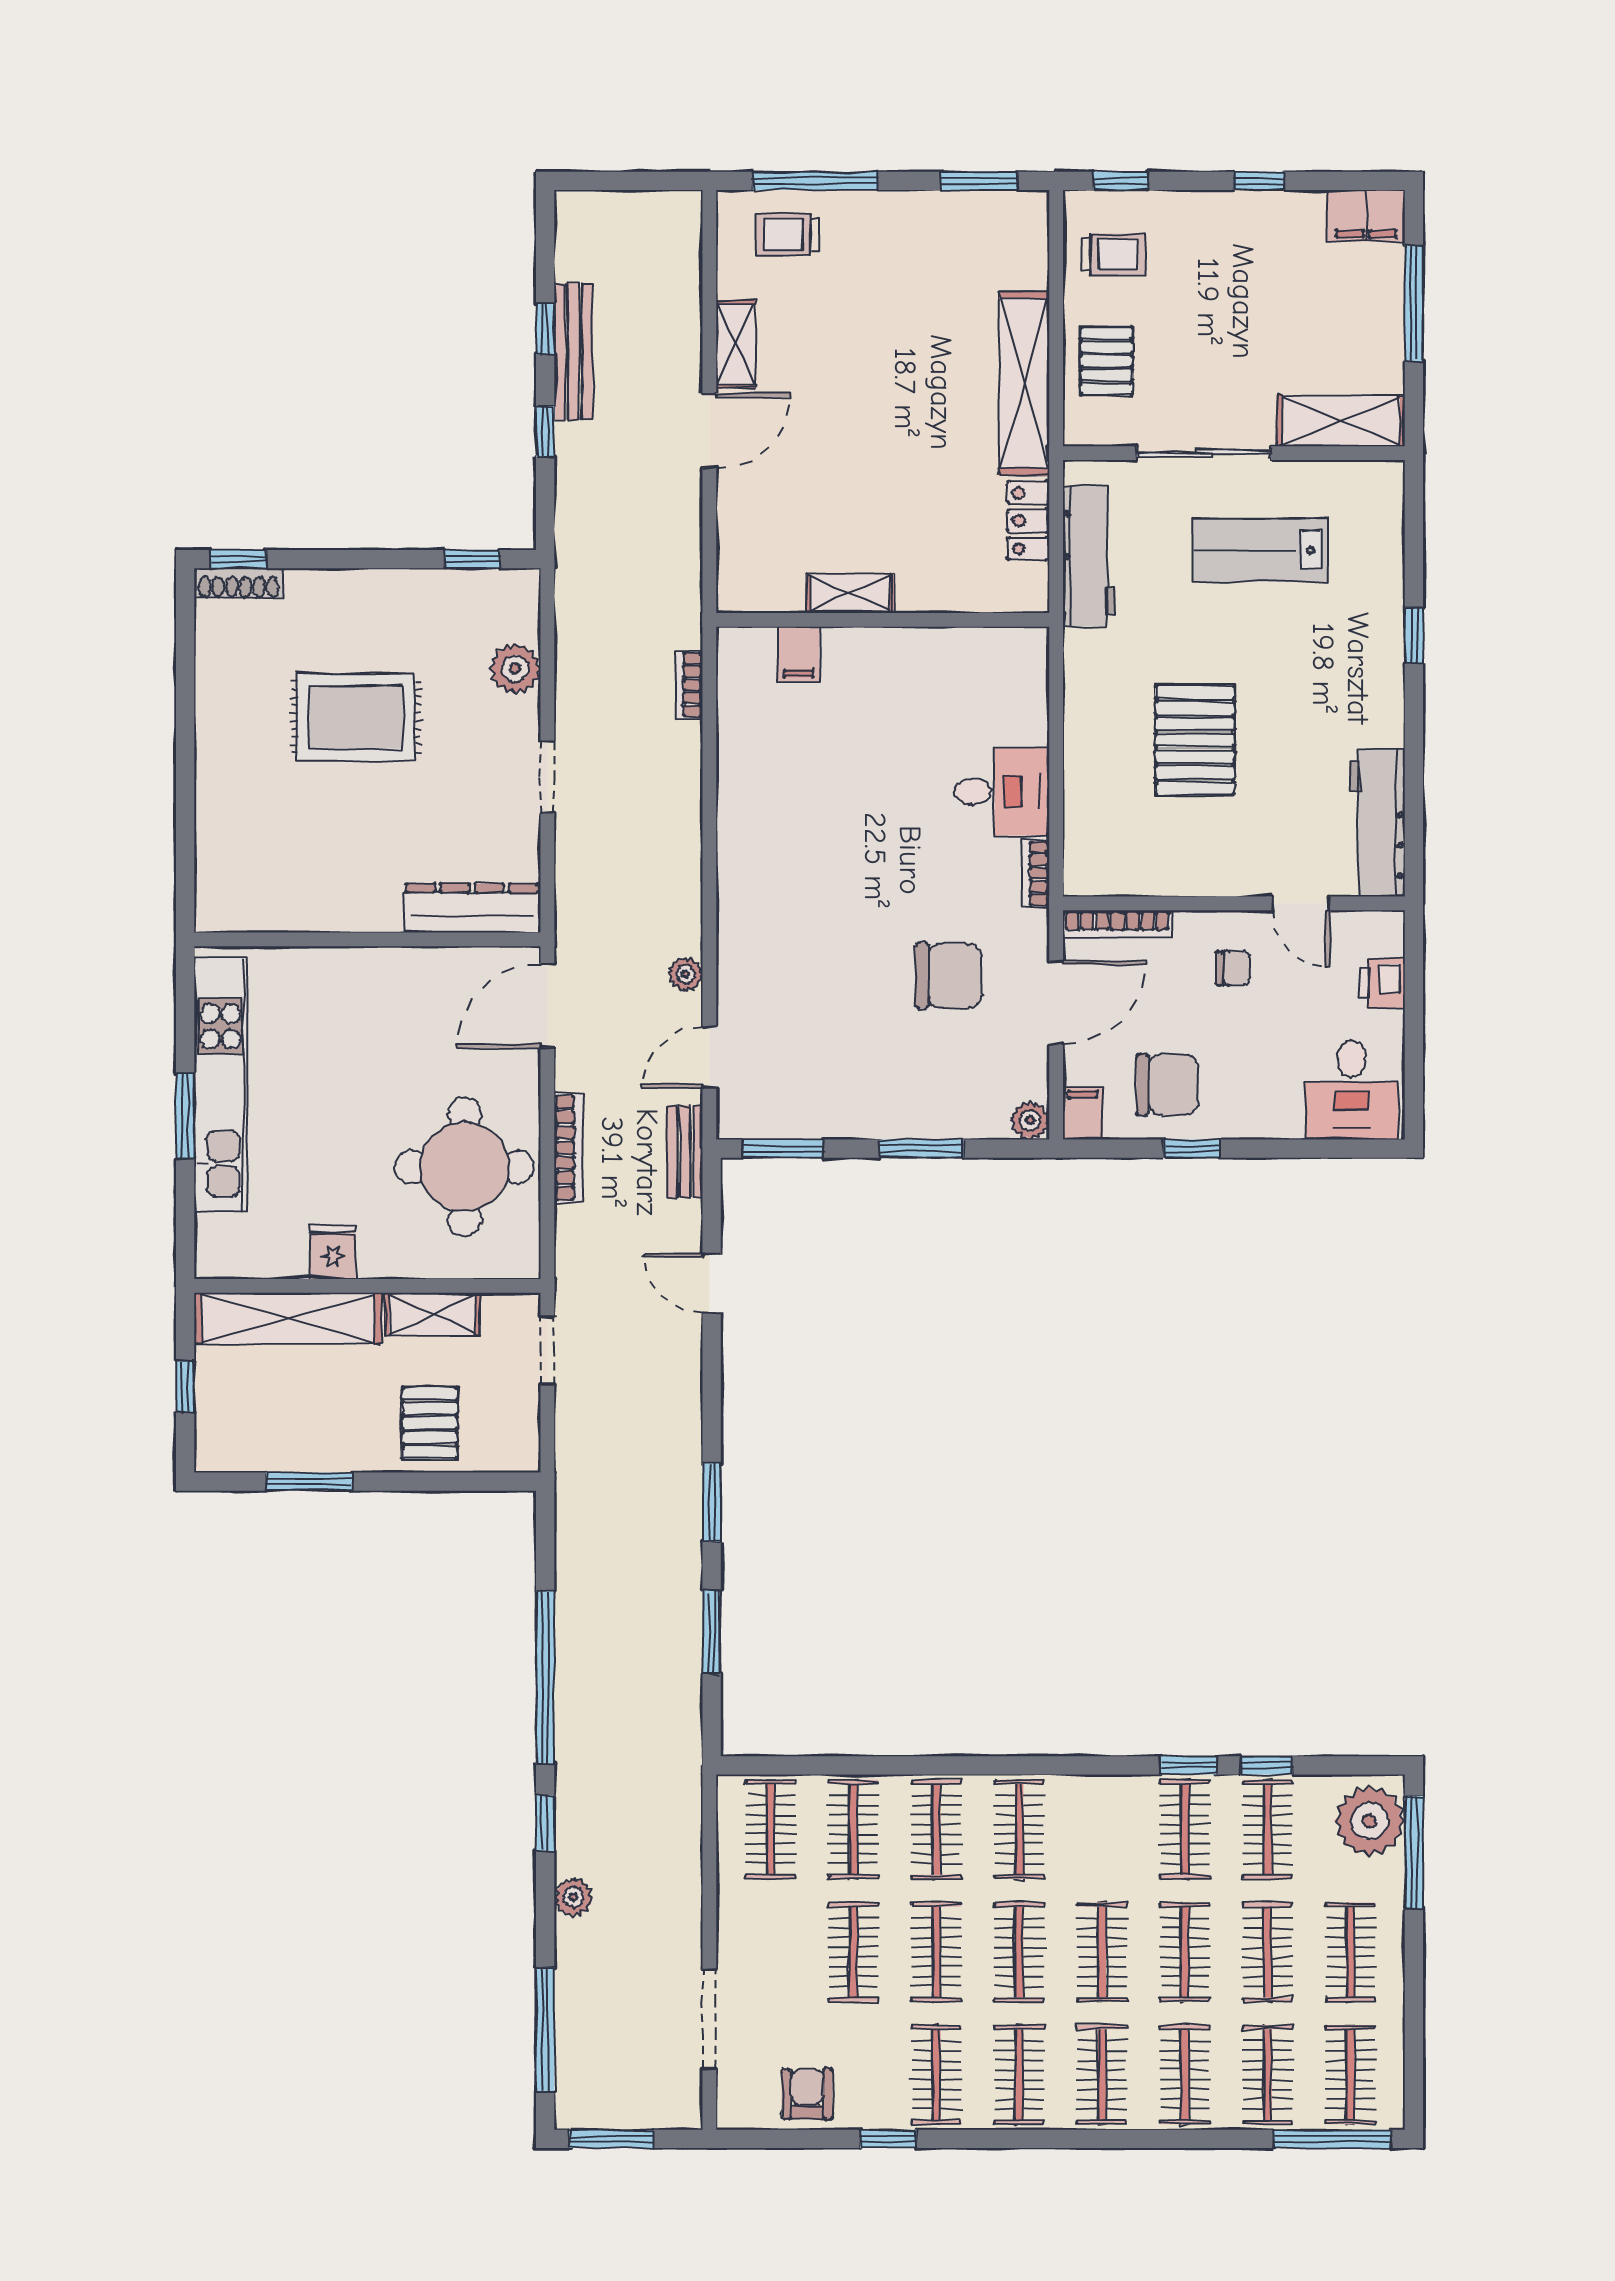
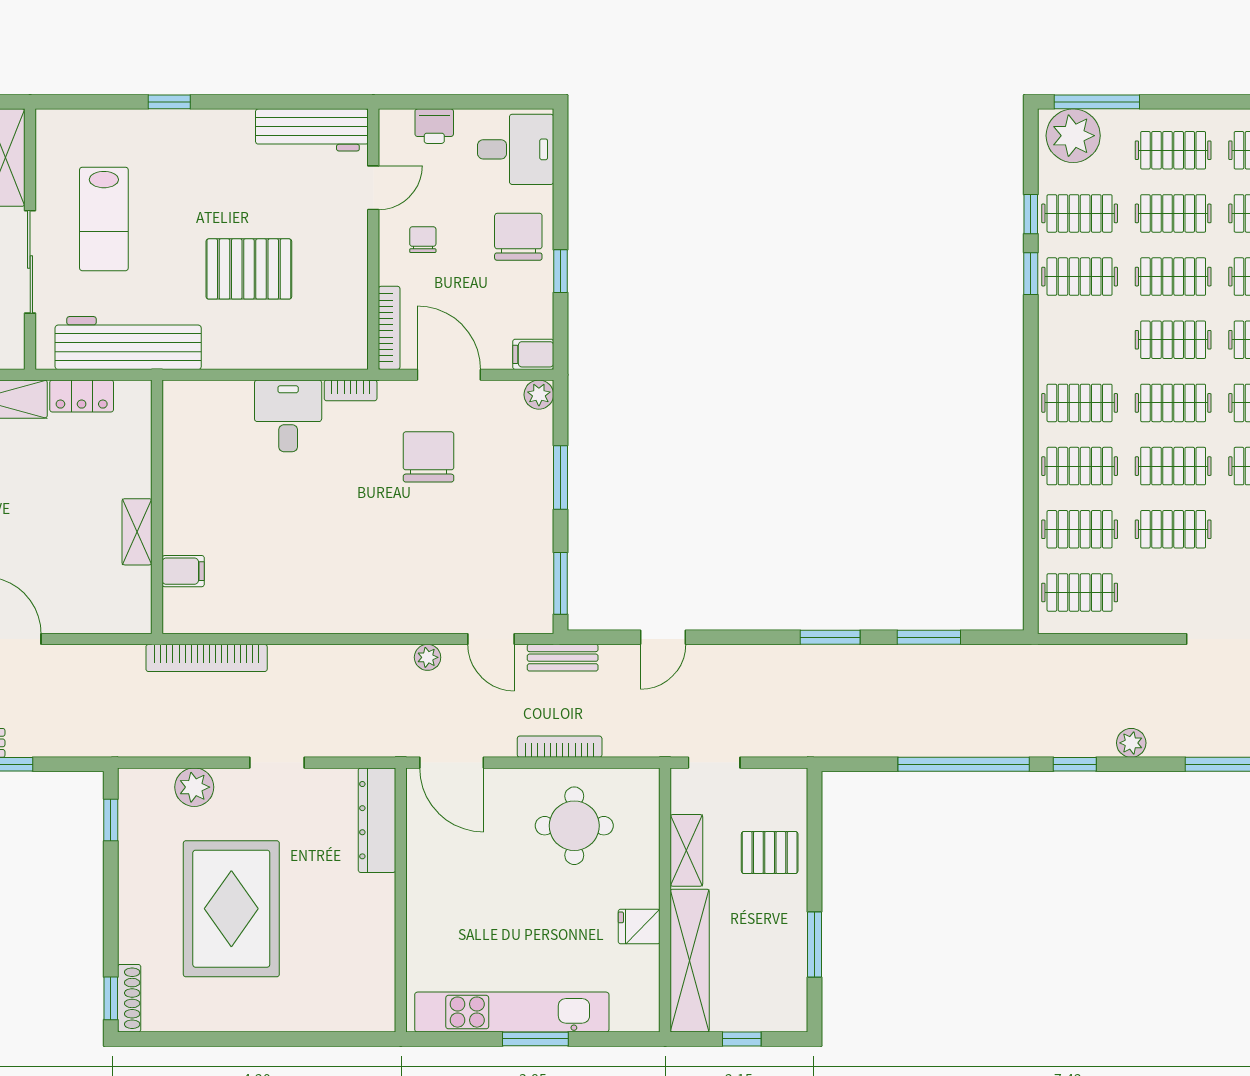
workbench: (1089, 556) -> (128, 343), width x1.36, depth x1.32
bookcase: (689, 685) -> (207, 658), width x2.31, depth x1.31
rug: (356, 717) -> (231, 909), width x1.37, depth x1.44
chair: (1167, 1085) -> (518, 237), moved
round table: (465, 1167) -> (574, 826), width x0.73, depth x0.73

